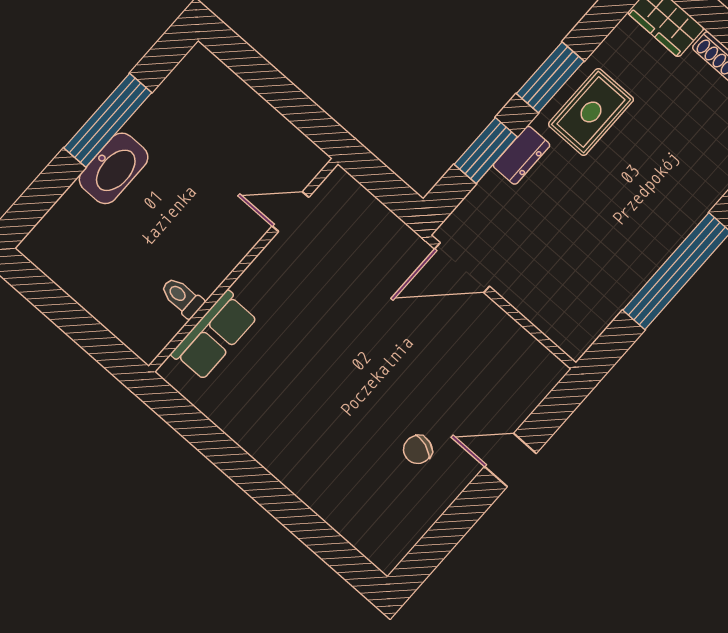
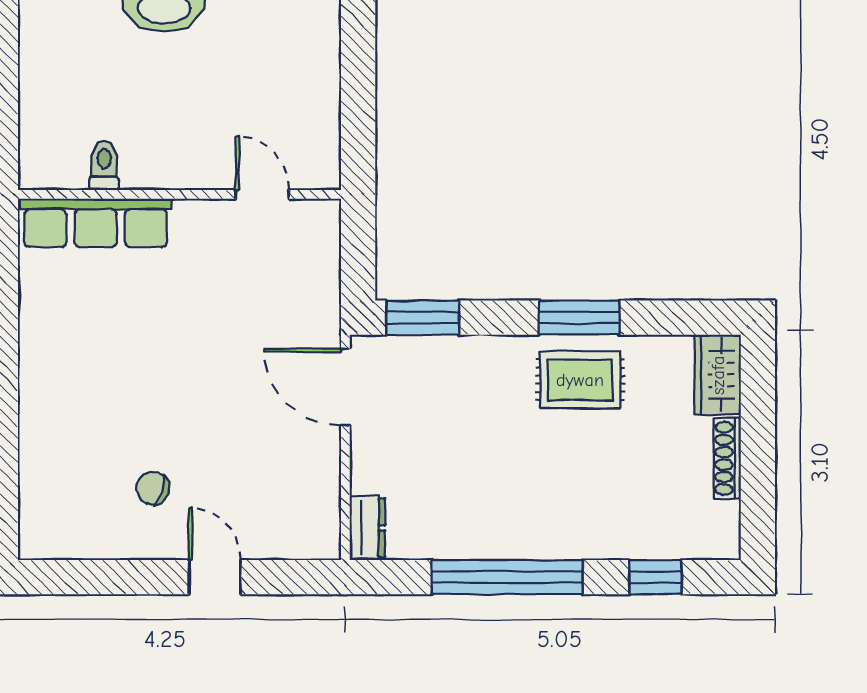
window: (486, 151) -> (423, 318), moved
dresser: (521, 155) -> (367, 528), moved, turned -90
row of seats: (214, 335) -> (96, 223), width x1.48

